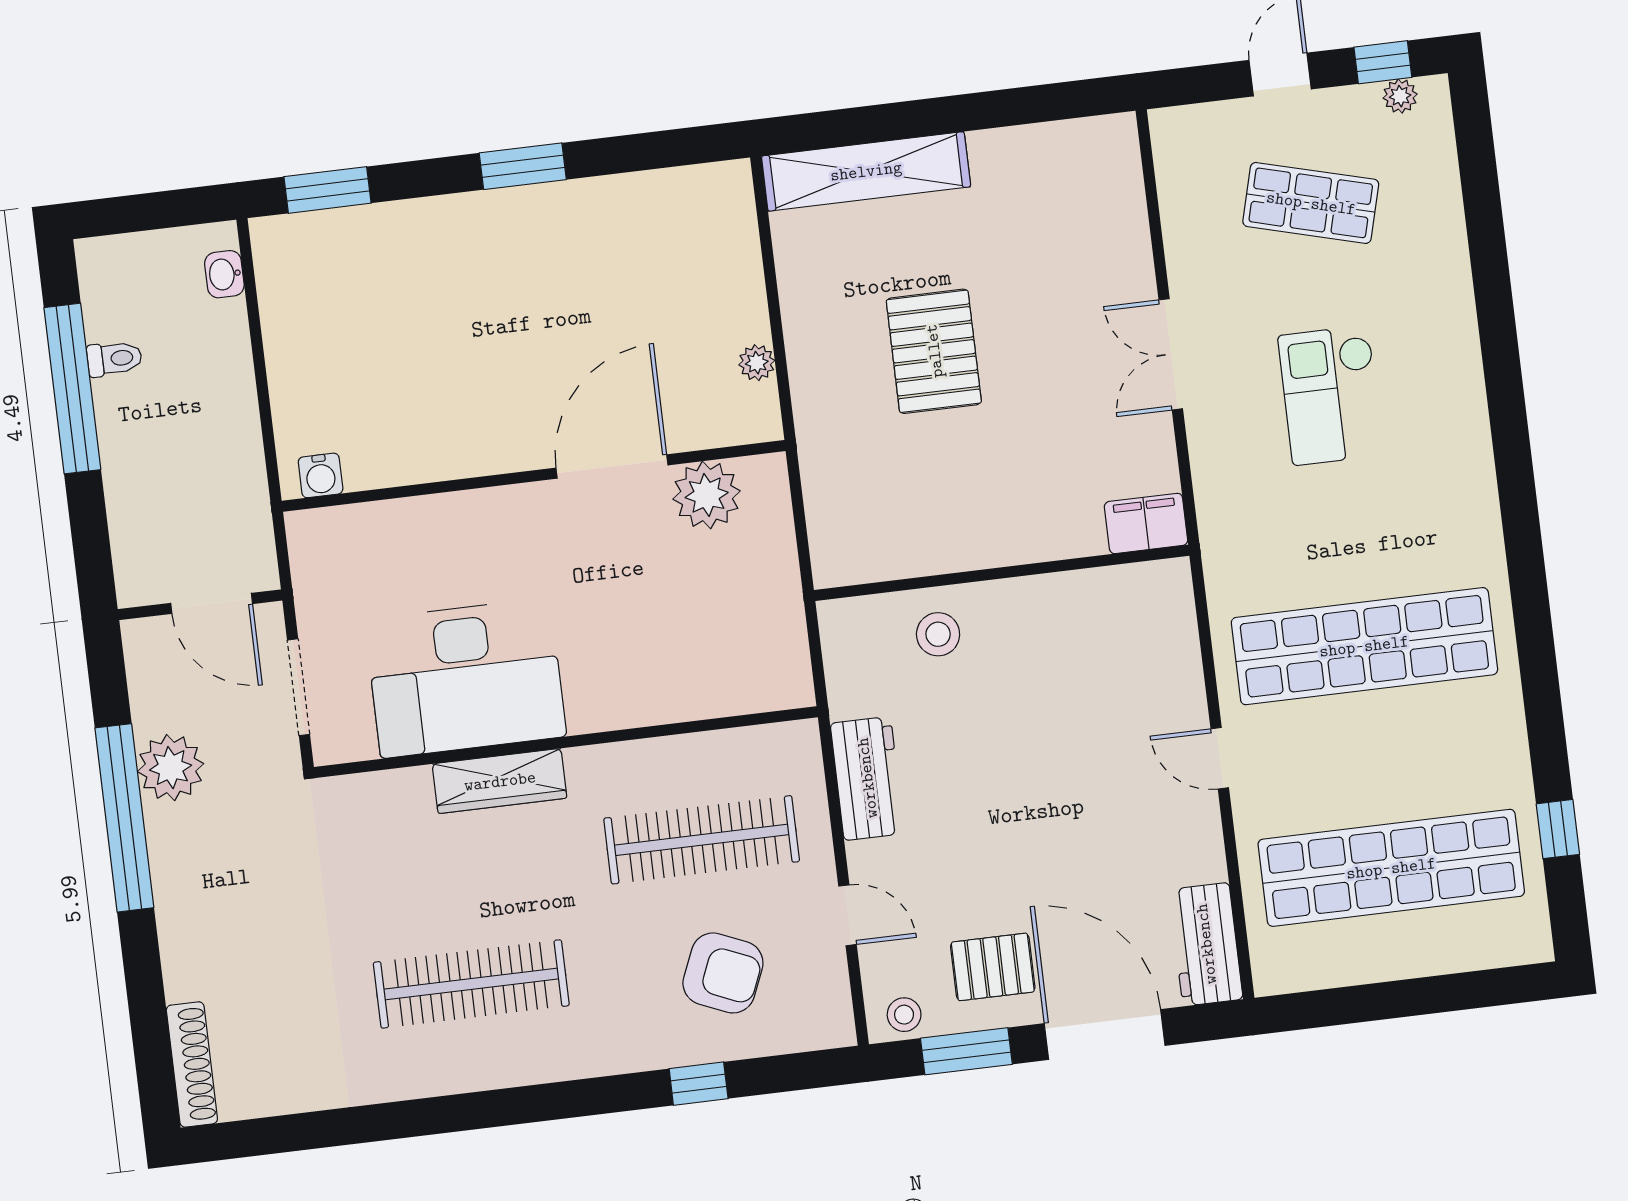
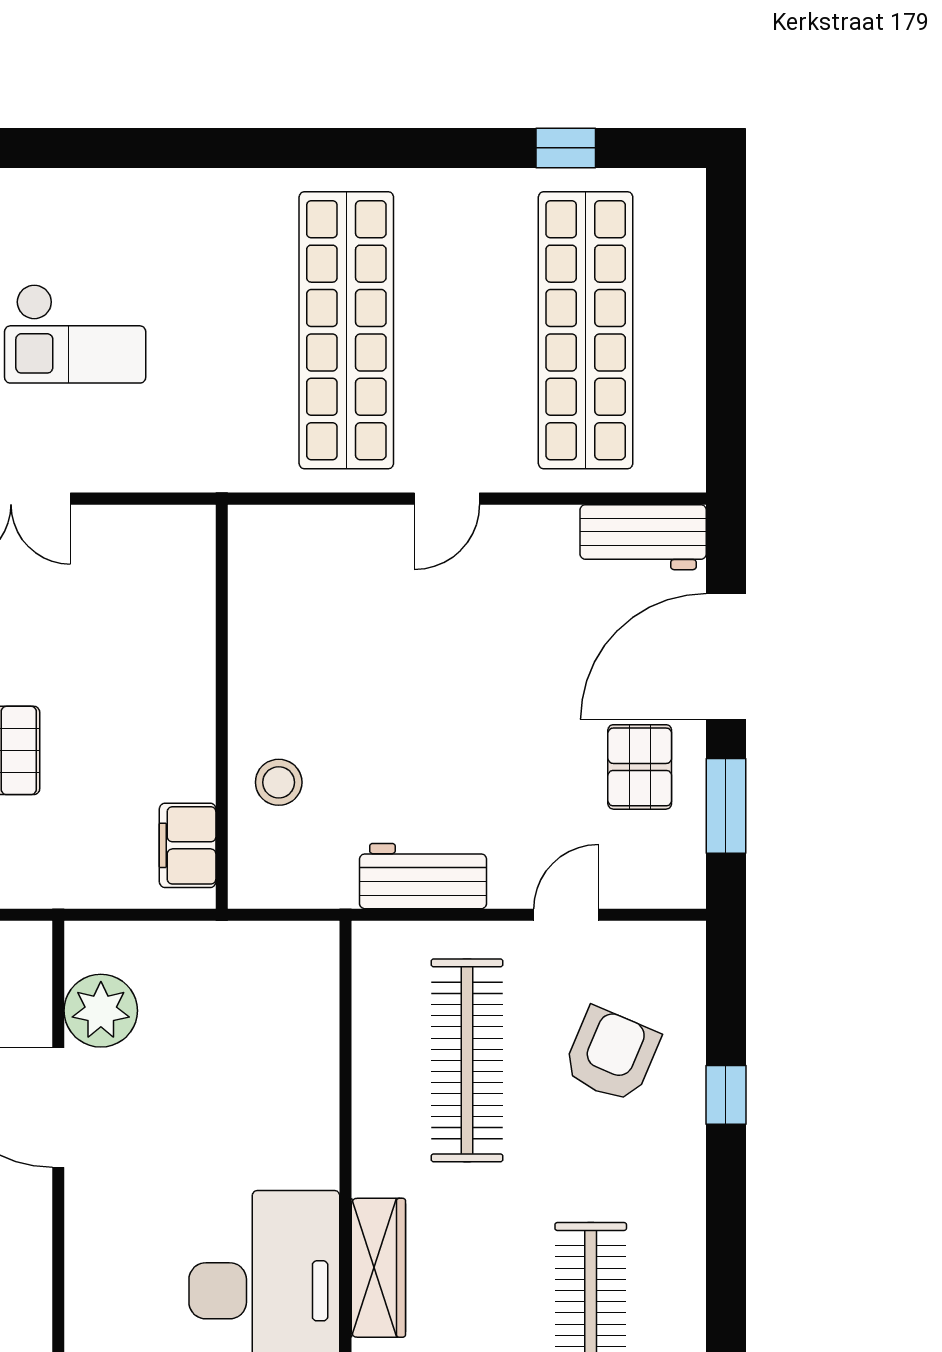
filing cabinet: (1146, 523) -> (188, 845), moved
stool: (904, 1015) -> (679, 867), removed

